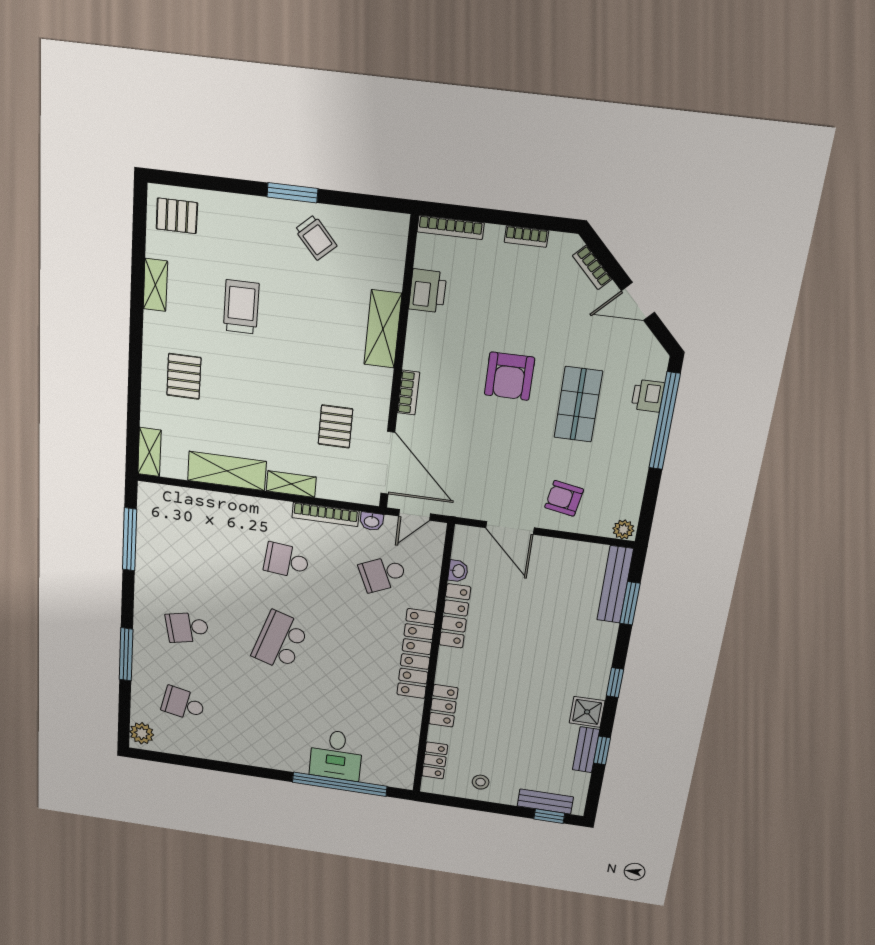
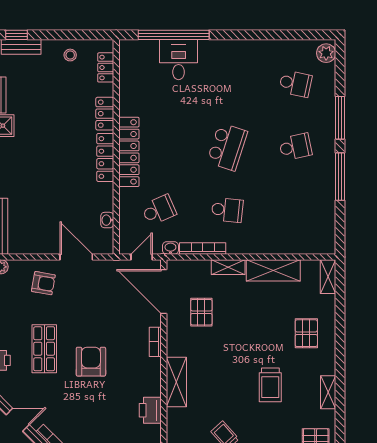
window: (130, 539) -> (340, 177), moved
locker: (455, 616) -> (105, 157), moved

